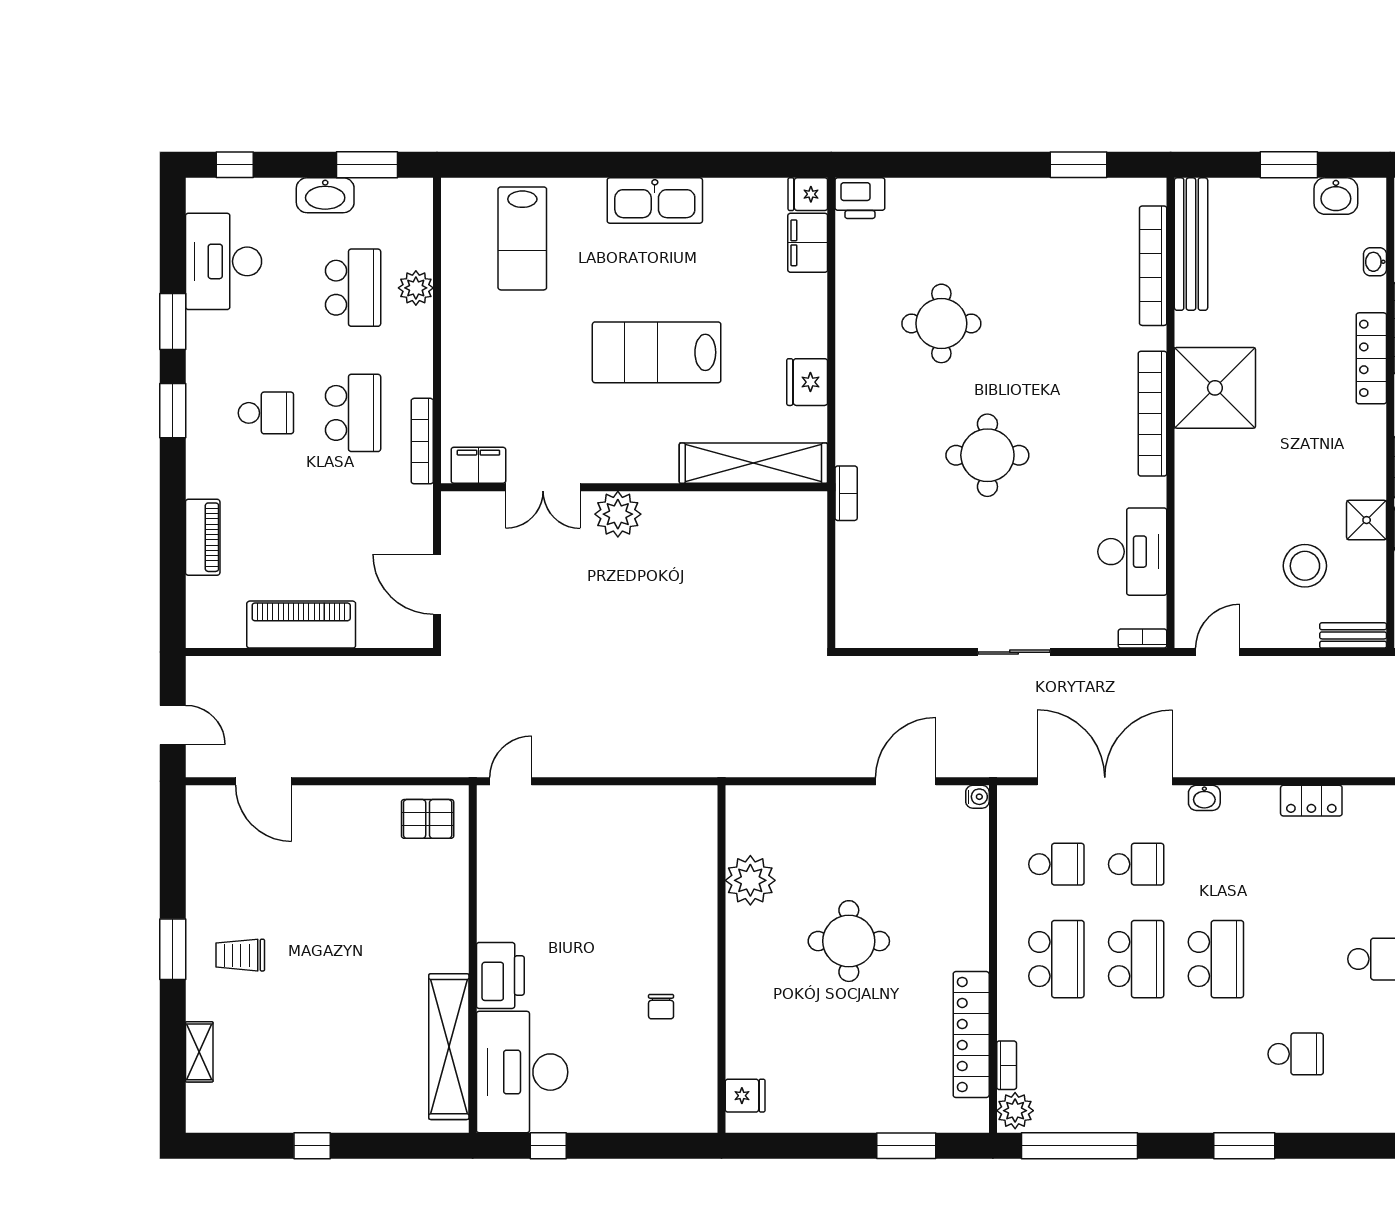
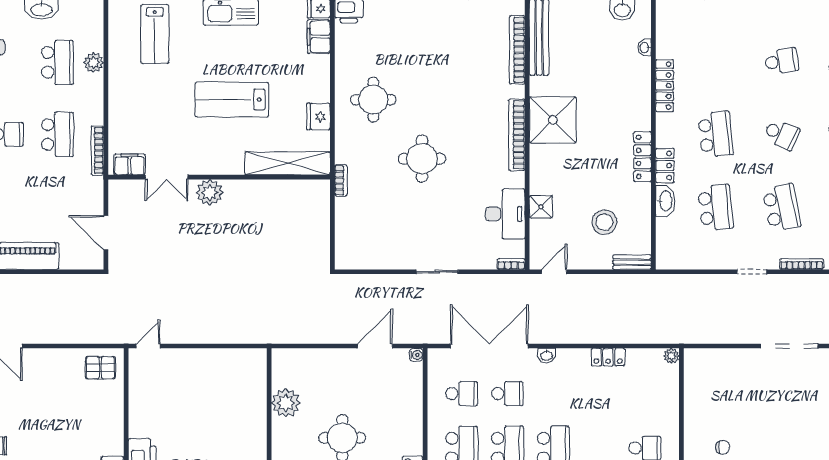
round table: (941, 323) -> (373, 100), moved
locker: (1371, 358) -> (643, 157), moved
shower: (1367, 520) -> (541, 207), moved

